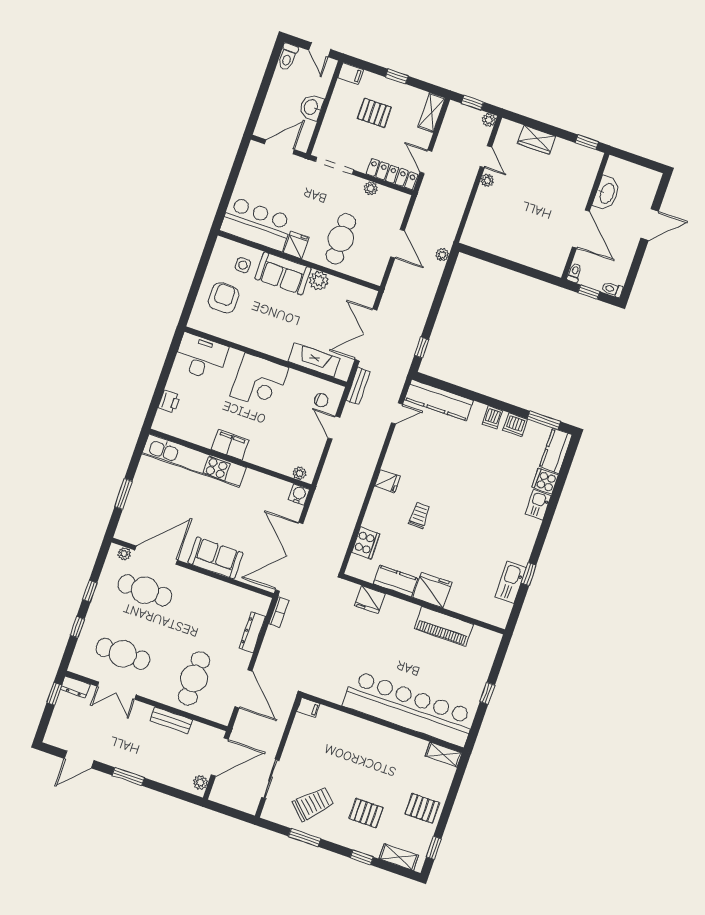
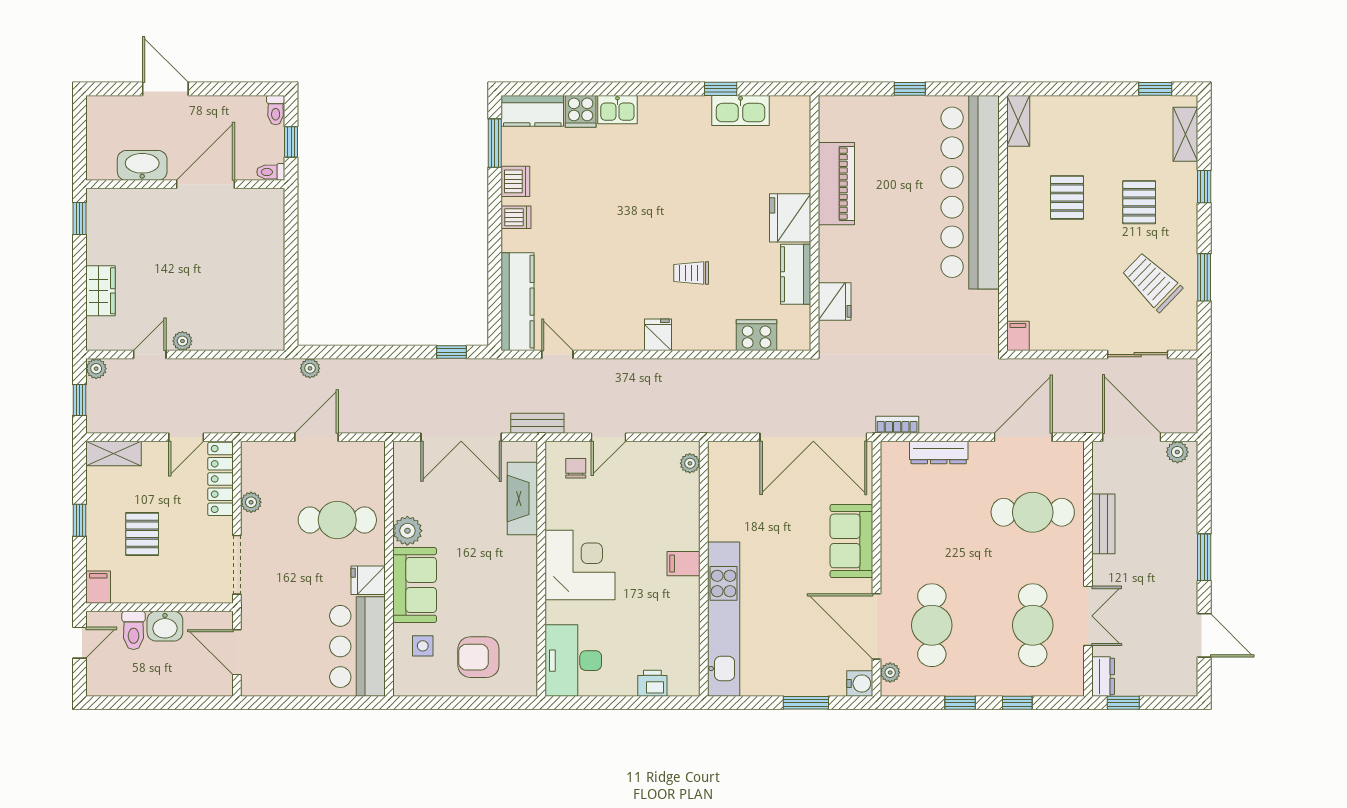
toilet: (288, 57) -> (134, 630), moved, turned 90
filing cabinet: (230, 445) -> (684, 564), width x0.50
water cooler: (299, 494) -> (860, 684), moved, turned 180
pallet: (422, 808) -> (1067, 197), moved

